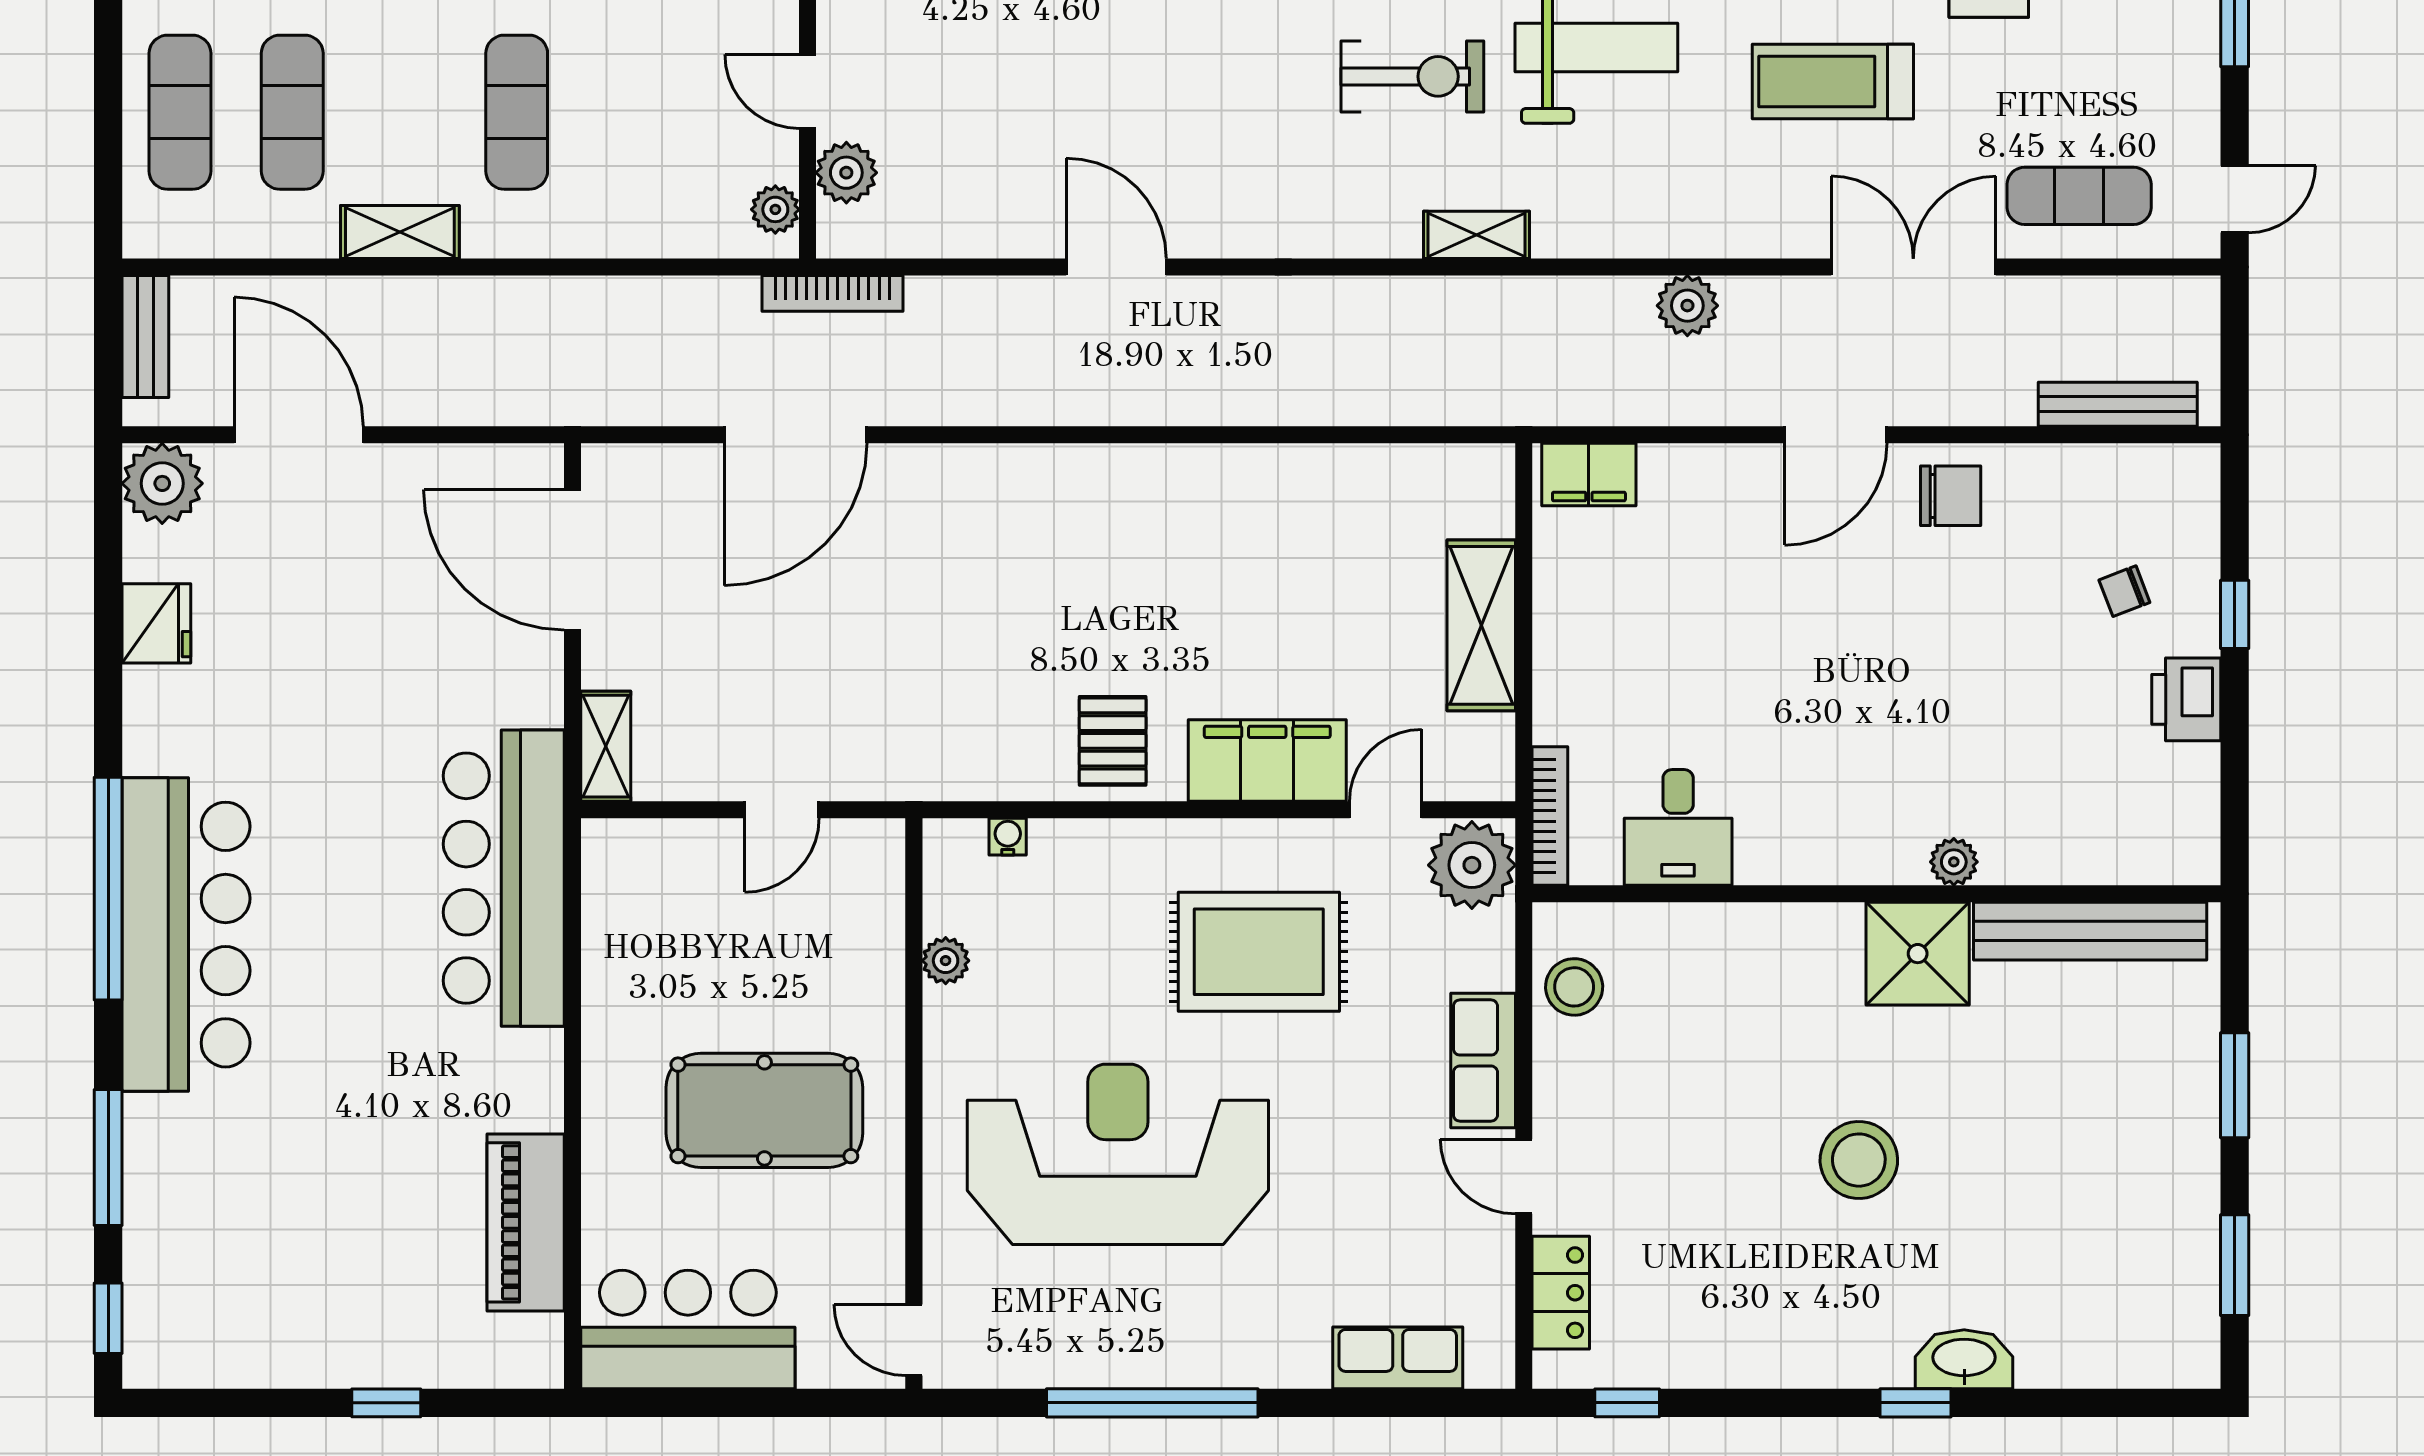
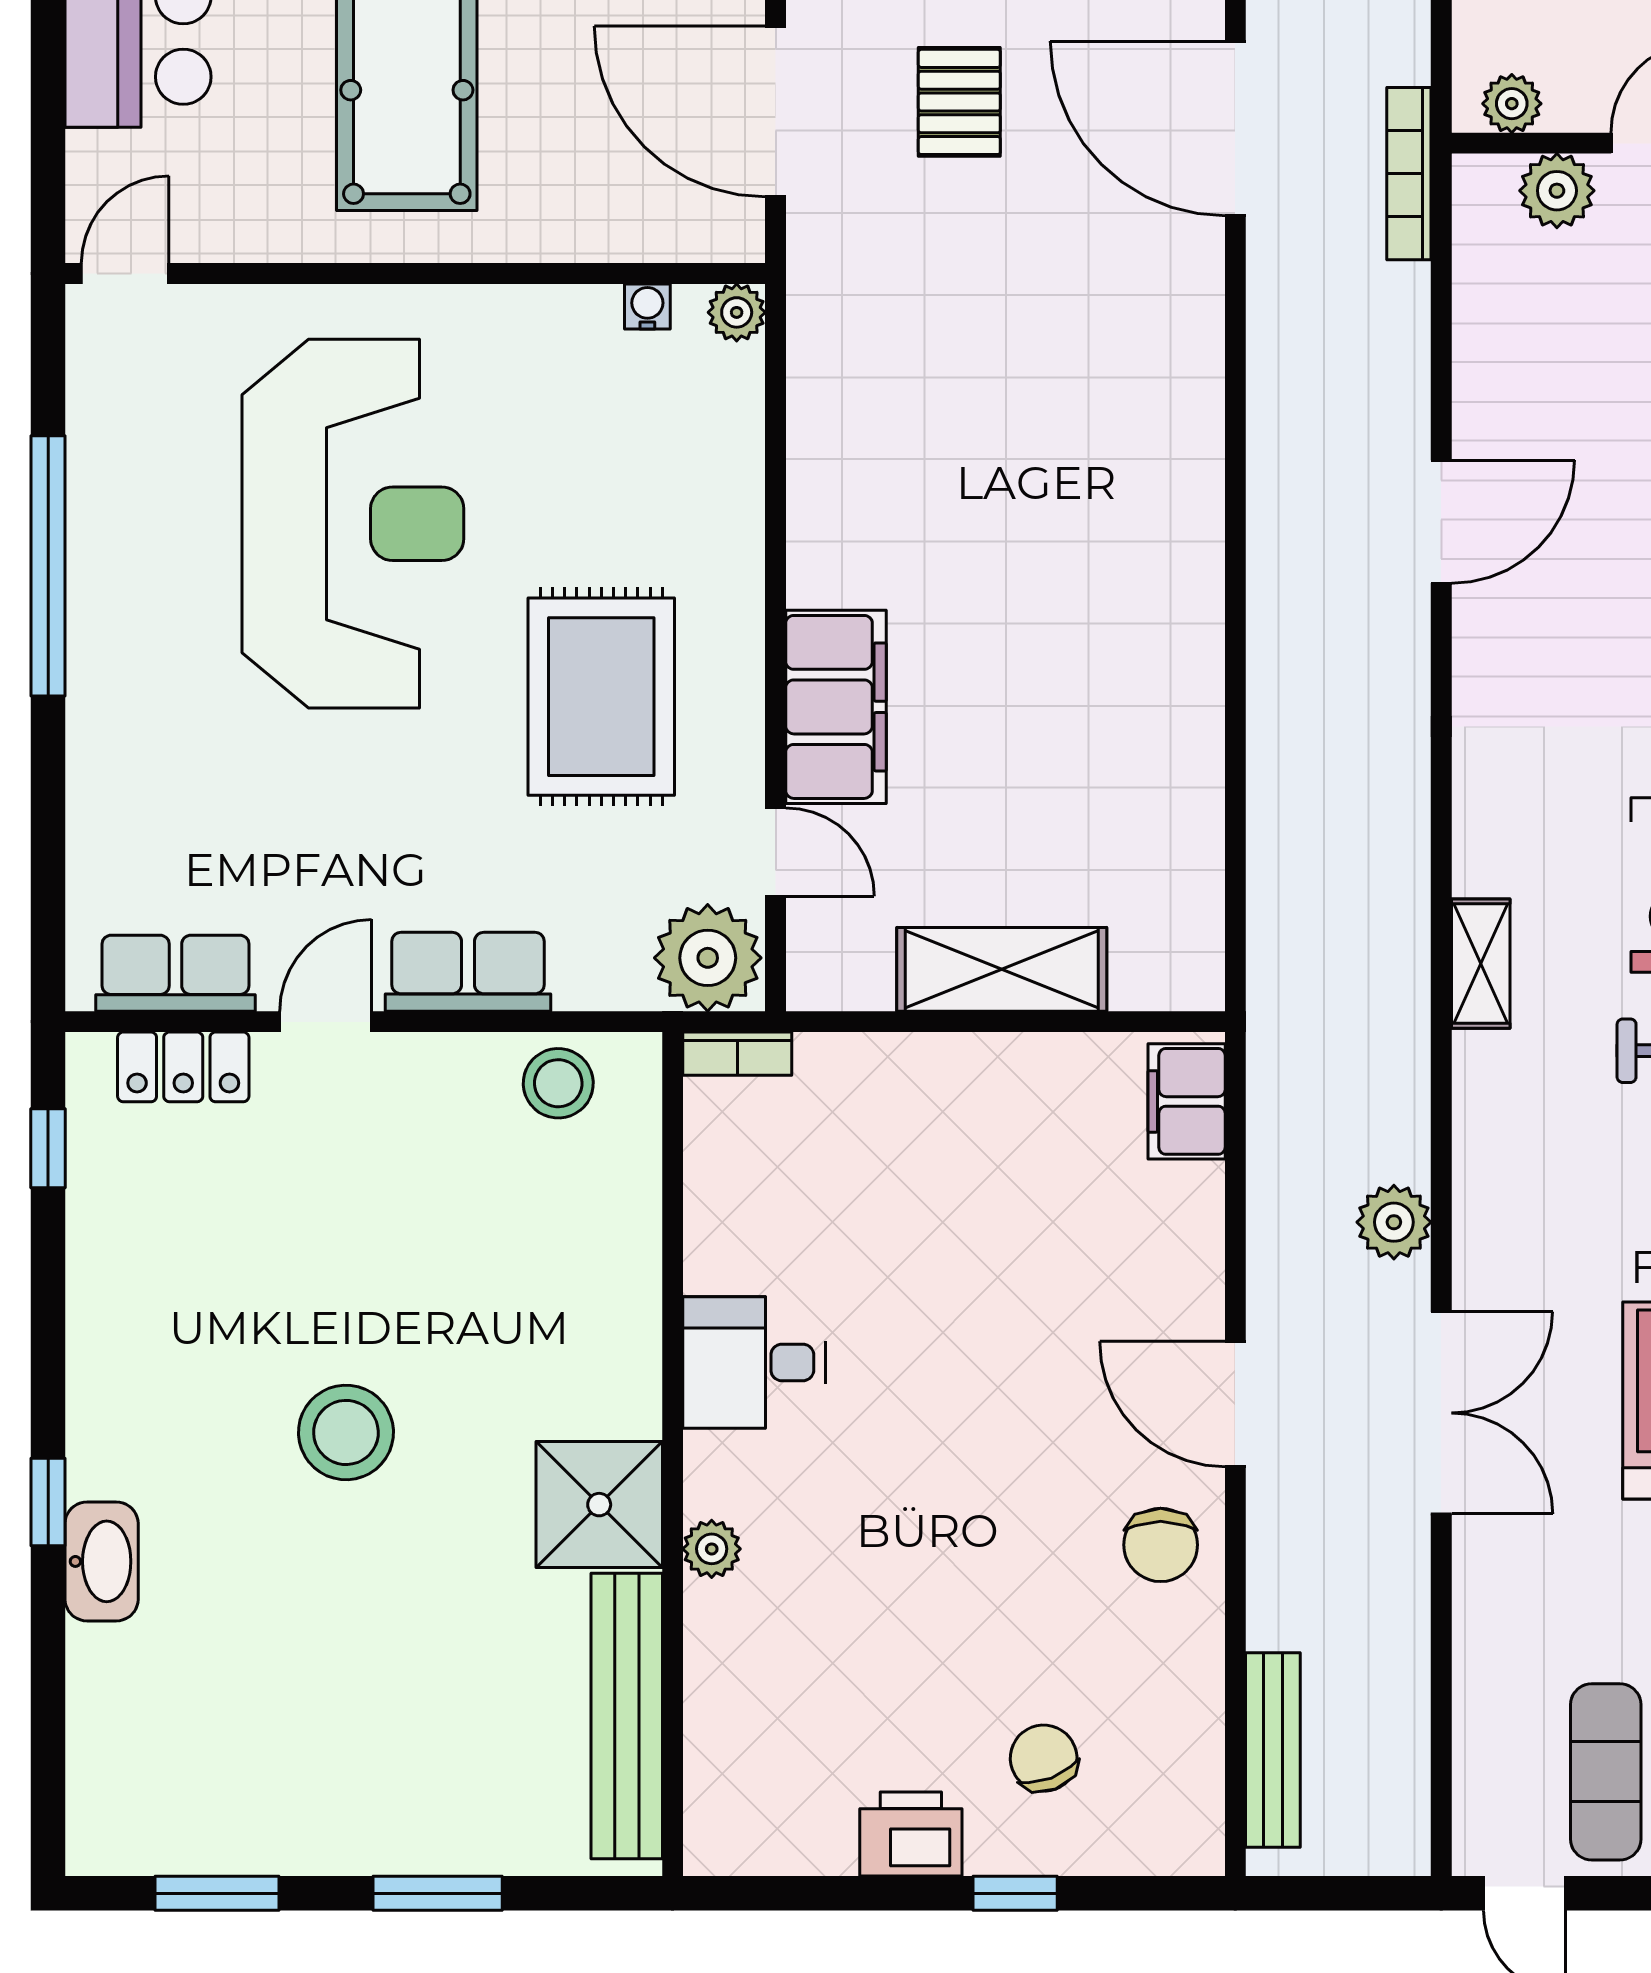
exercise mat: (2079, 196) -> (1606, 1772), moved
double door: (1913, 267) -> (1441, 1413), moved
chair: (2124, 591) -> (1044, 1758), width x1.37, depth x1.37
pallet: (1113, 741) -> (959, 102), moved, turned 90
door: (782, 810) -> (776, 111), width x1.88
bookcase: (1550, 816) -> (737, 1054), width x0.64
desk: (1678, 827) -> (754, 1362), moved
water cooler: (1008, 837) -> (647, 307), moved, turned -90
plant: (946, 961) -> (737, 312), moved
row of seats: (1398, 1358) -> (175, 973), moved, turned -90

